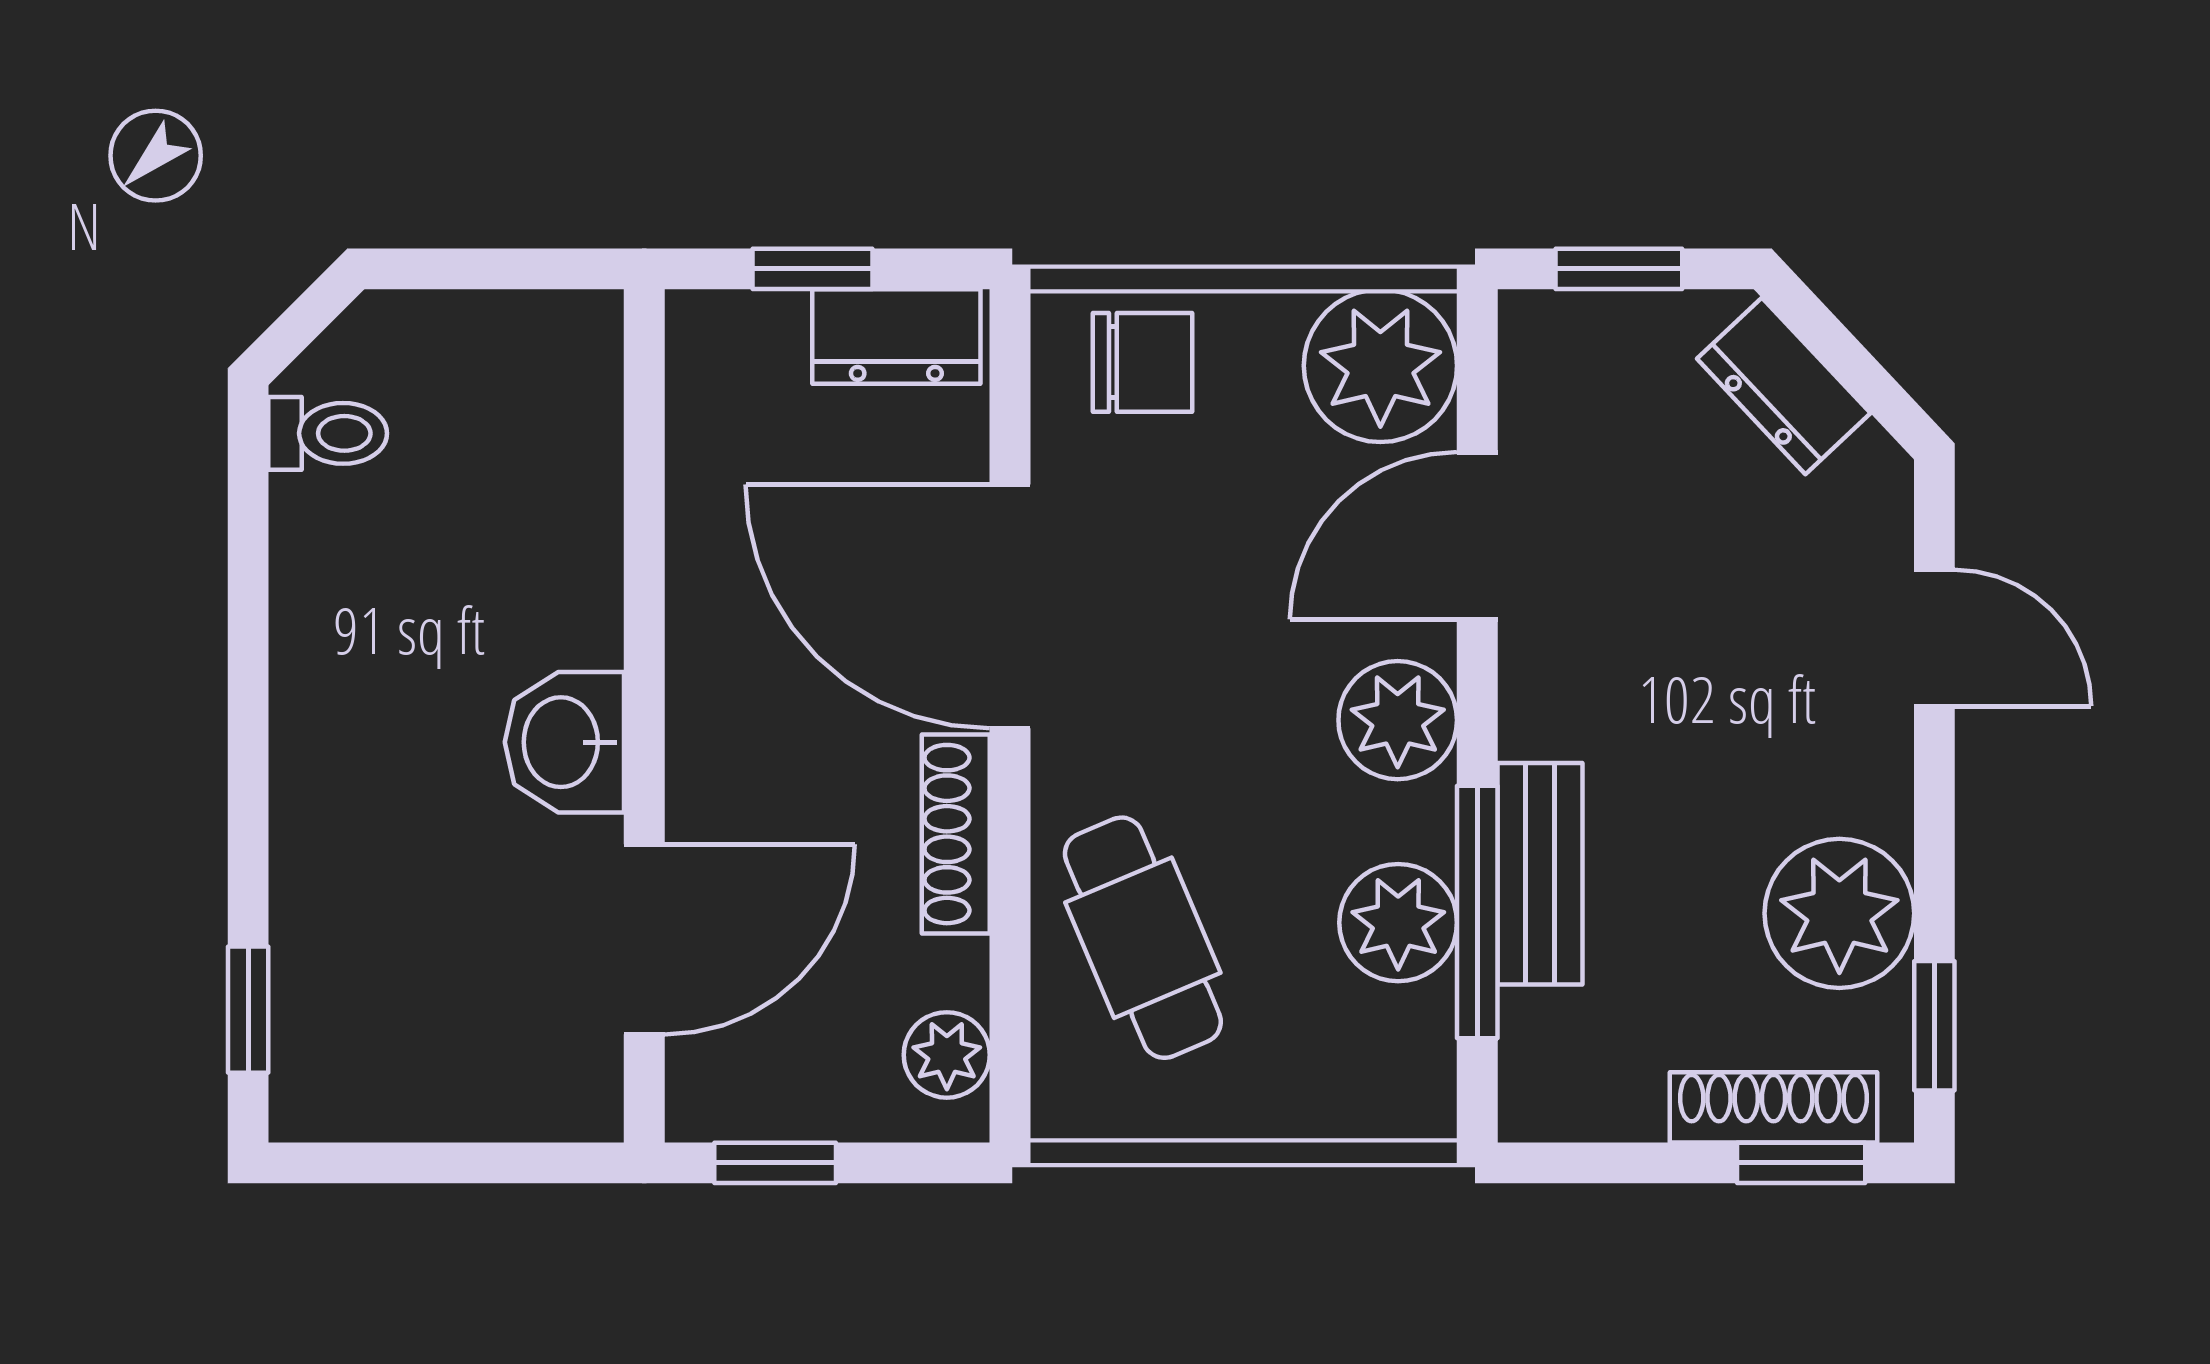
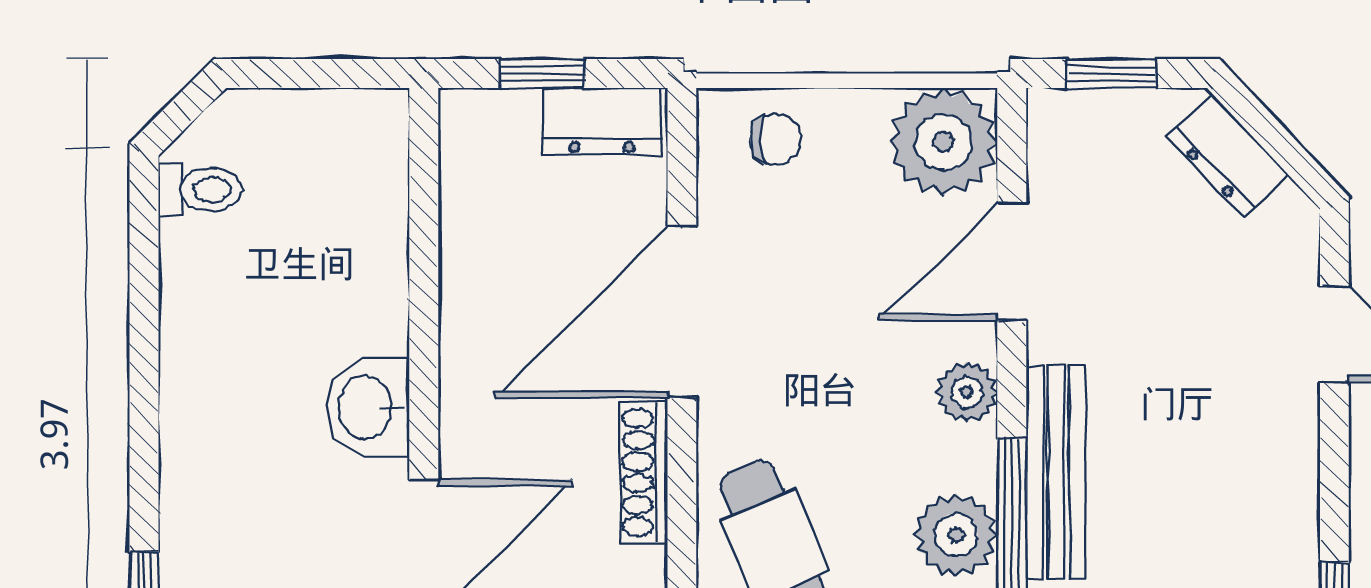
chair: (1143, 362) -> (775, 139), width x0.73, depth x0.73
door: (1010, 606) -> (682, 312), hinge flipped
plant: (1398, 720) -> (967, 392), width x0.73, depth x0.73
bench: (1540, 874) -> (1056, 472), width x1.36
plant: (1839, 913) -> (1267, 528), removed

